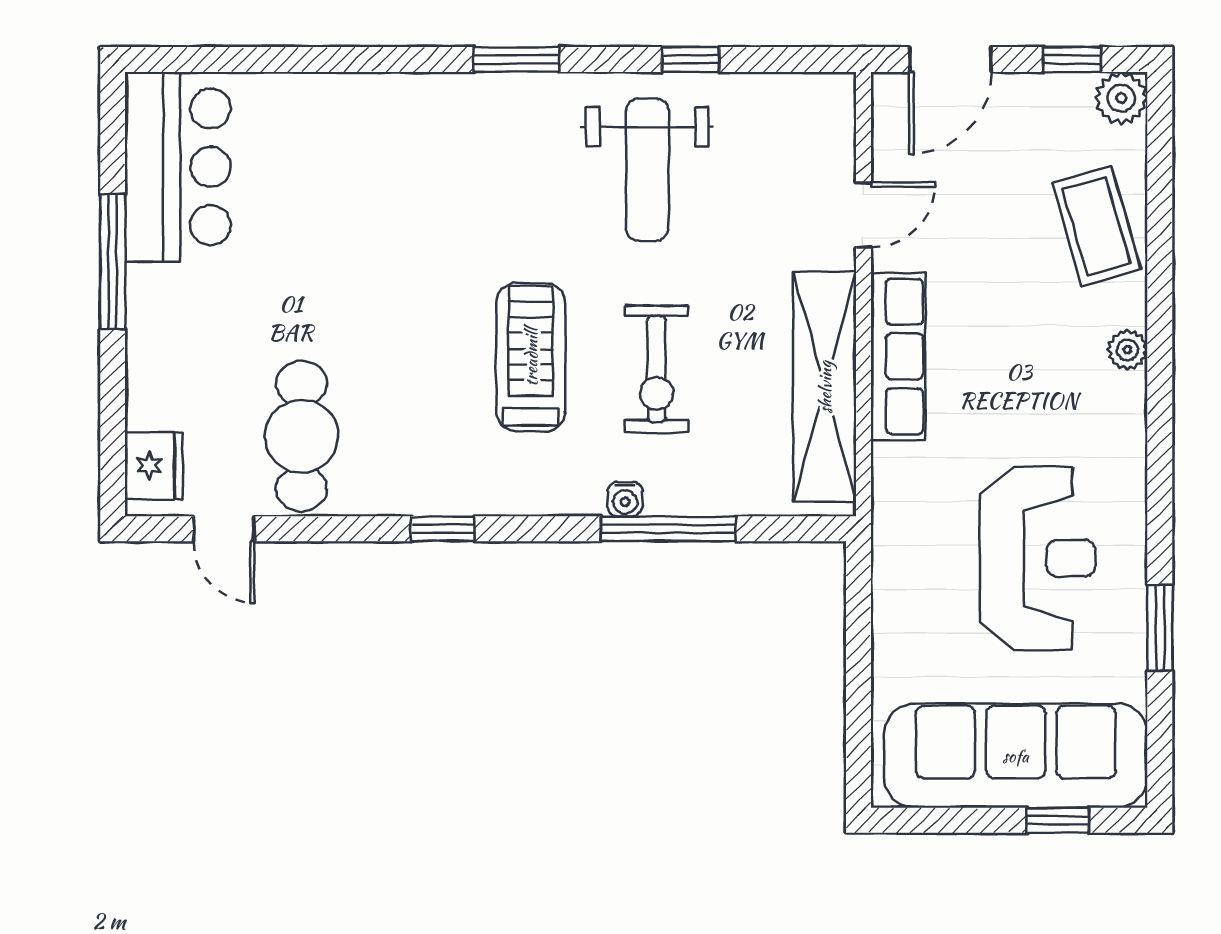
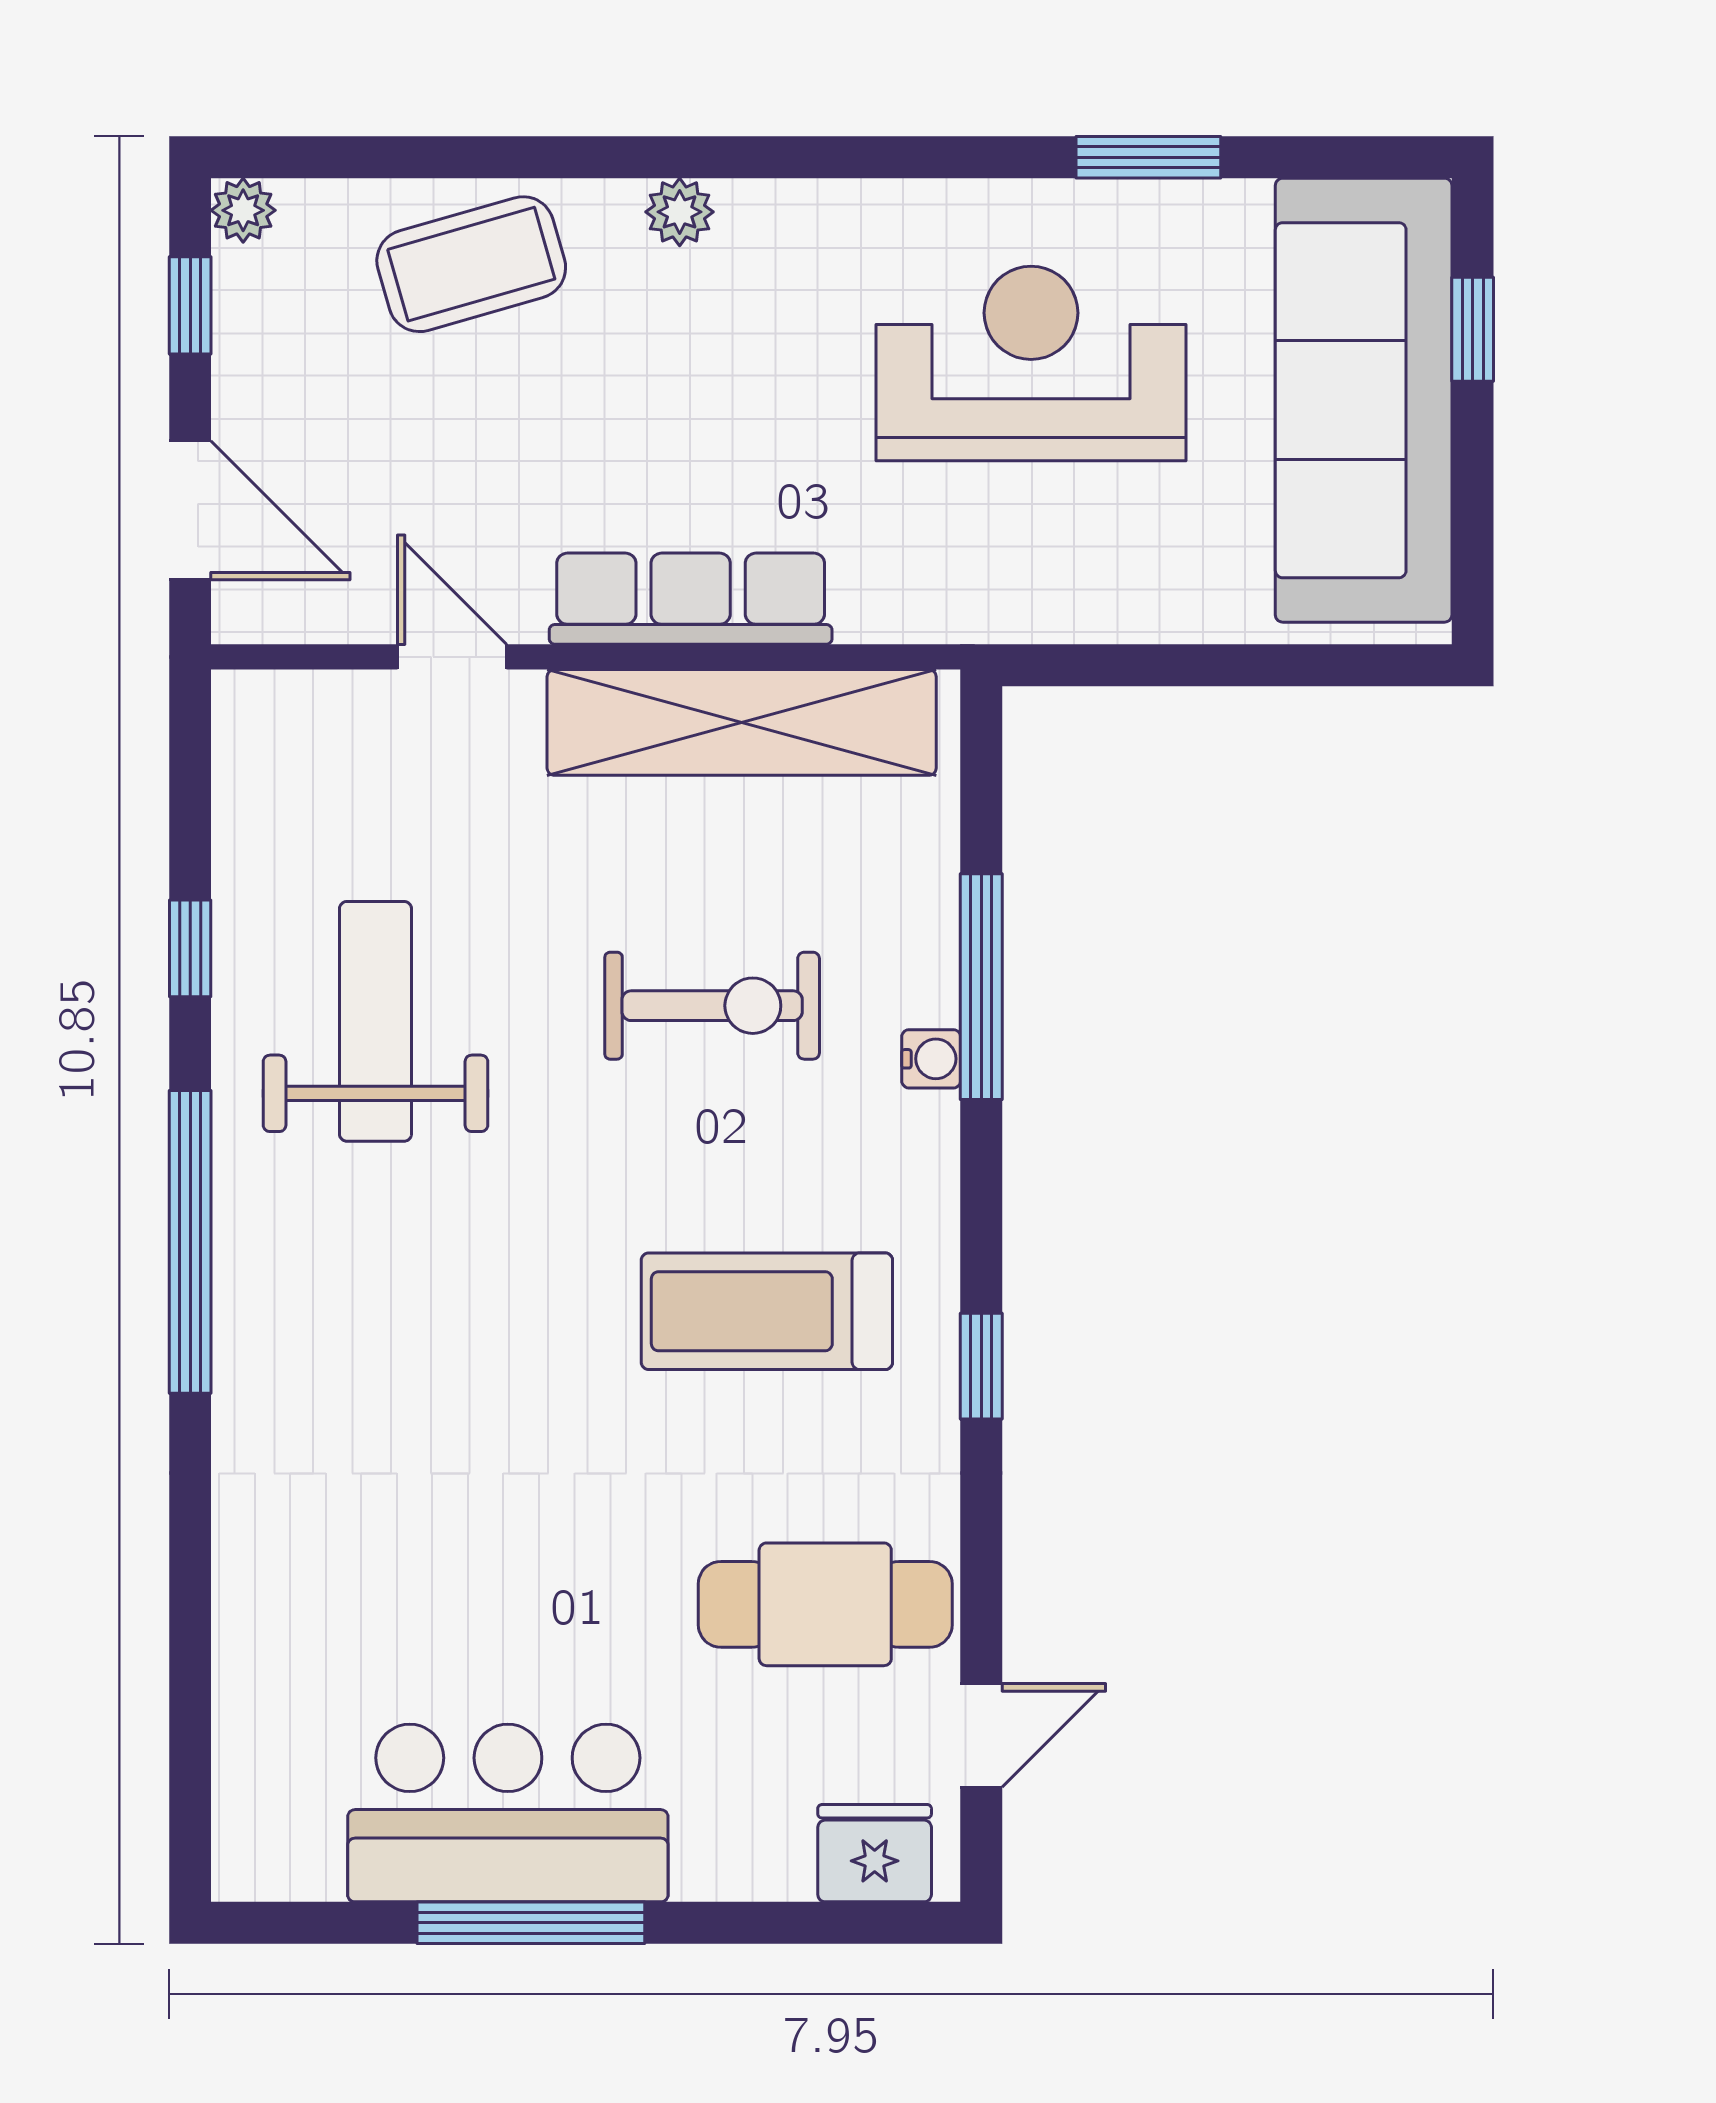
window: (517, 60) -> (190, 1242), width x2.11
plant: (1121, 98) -> (243, 210), width x0.73, depth x0.73
bar counter: (178, 167) -> (508, 1813), moved
weight bench: (647, 169) -> (375, 1021), turned -90
treadmill: (531, 357) -> (767, 1311), moved

